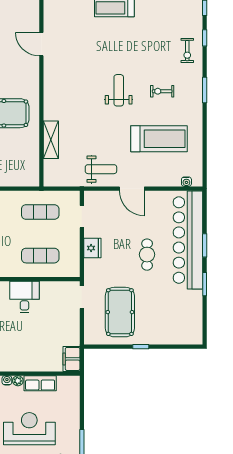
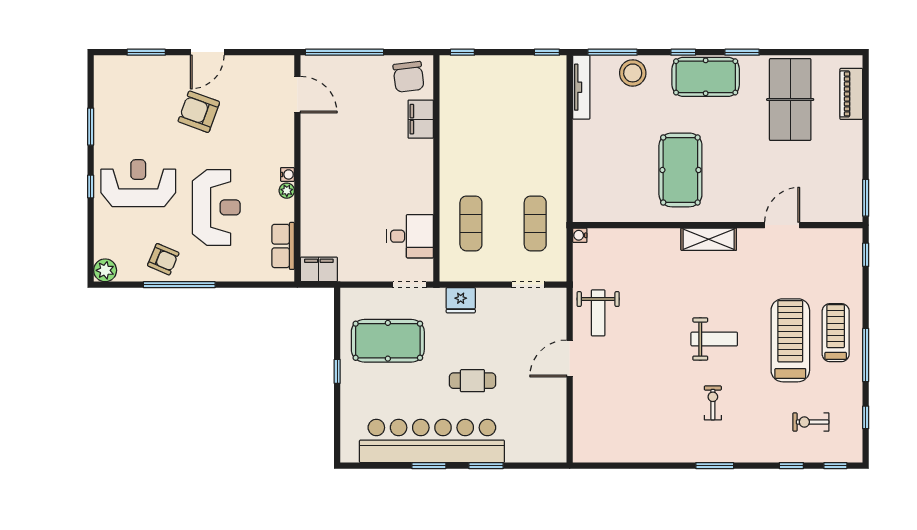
exercise bike: (187, 51) -> (811, 422), moved
treadmill: (159, 139) -> (790, 340), moved, turned 180
shelving: (51, 140) -> (709, 239), moved
water cooler: (186, 182) -> (580, 235), moved
bar counter: (188, 240) -> (432, 441), moved
fridge: (92, 248) -> (461, 300), moved
desk: (24, 297) -> (410, 236), moved
row of seats: (40, 383) -> (283, 246), moved

